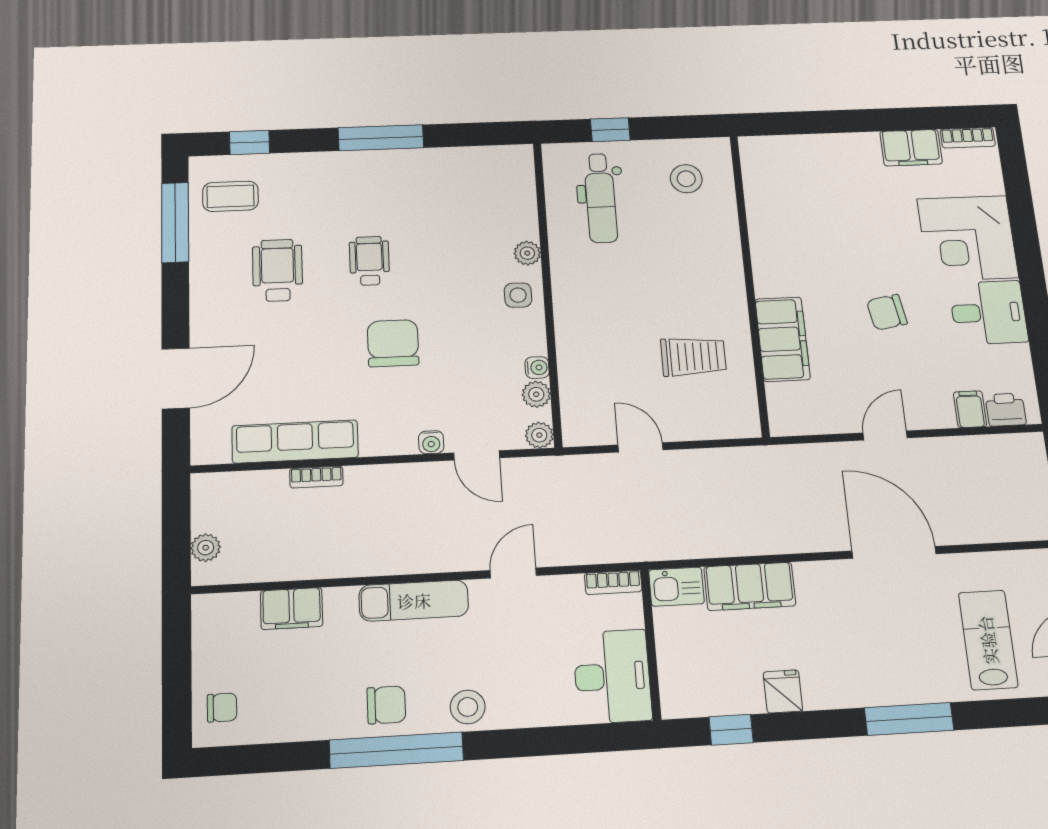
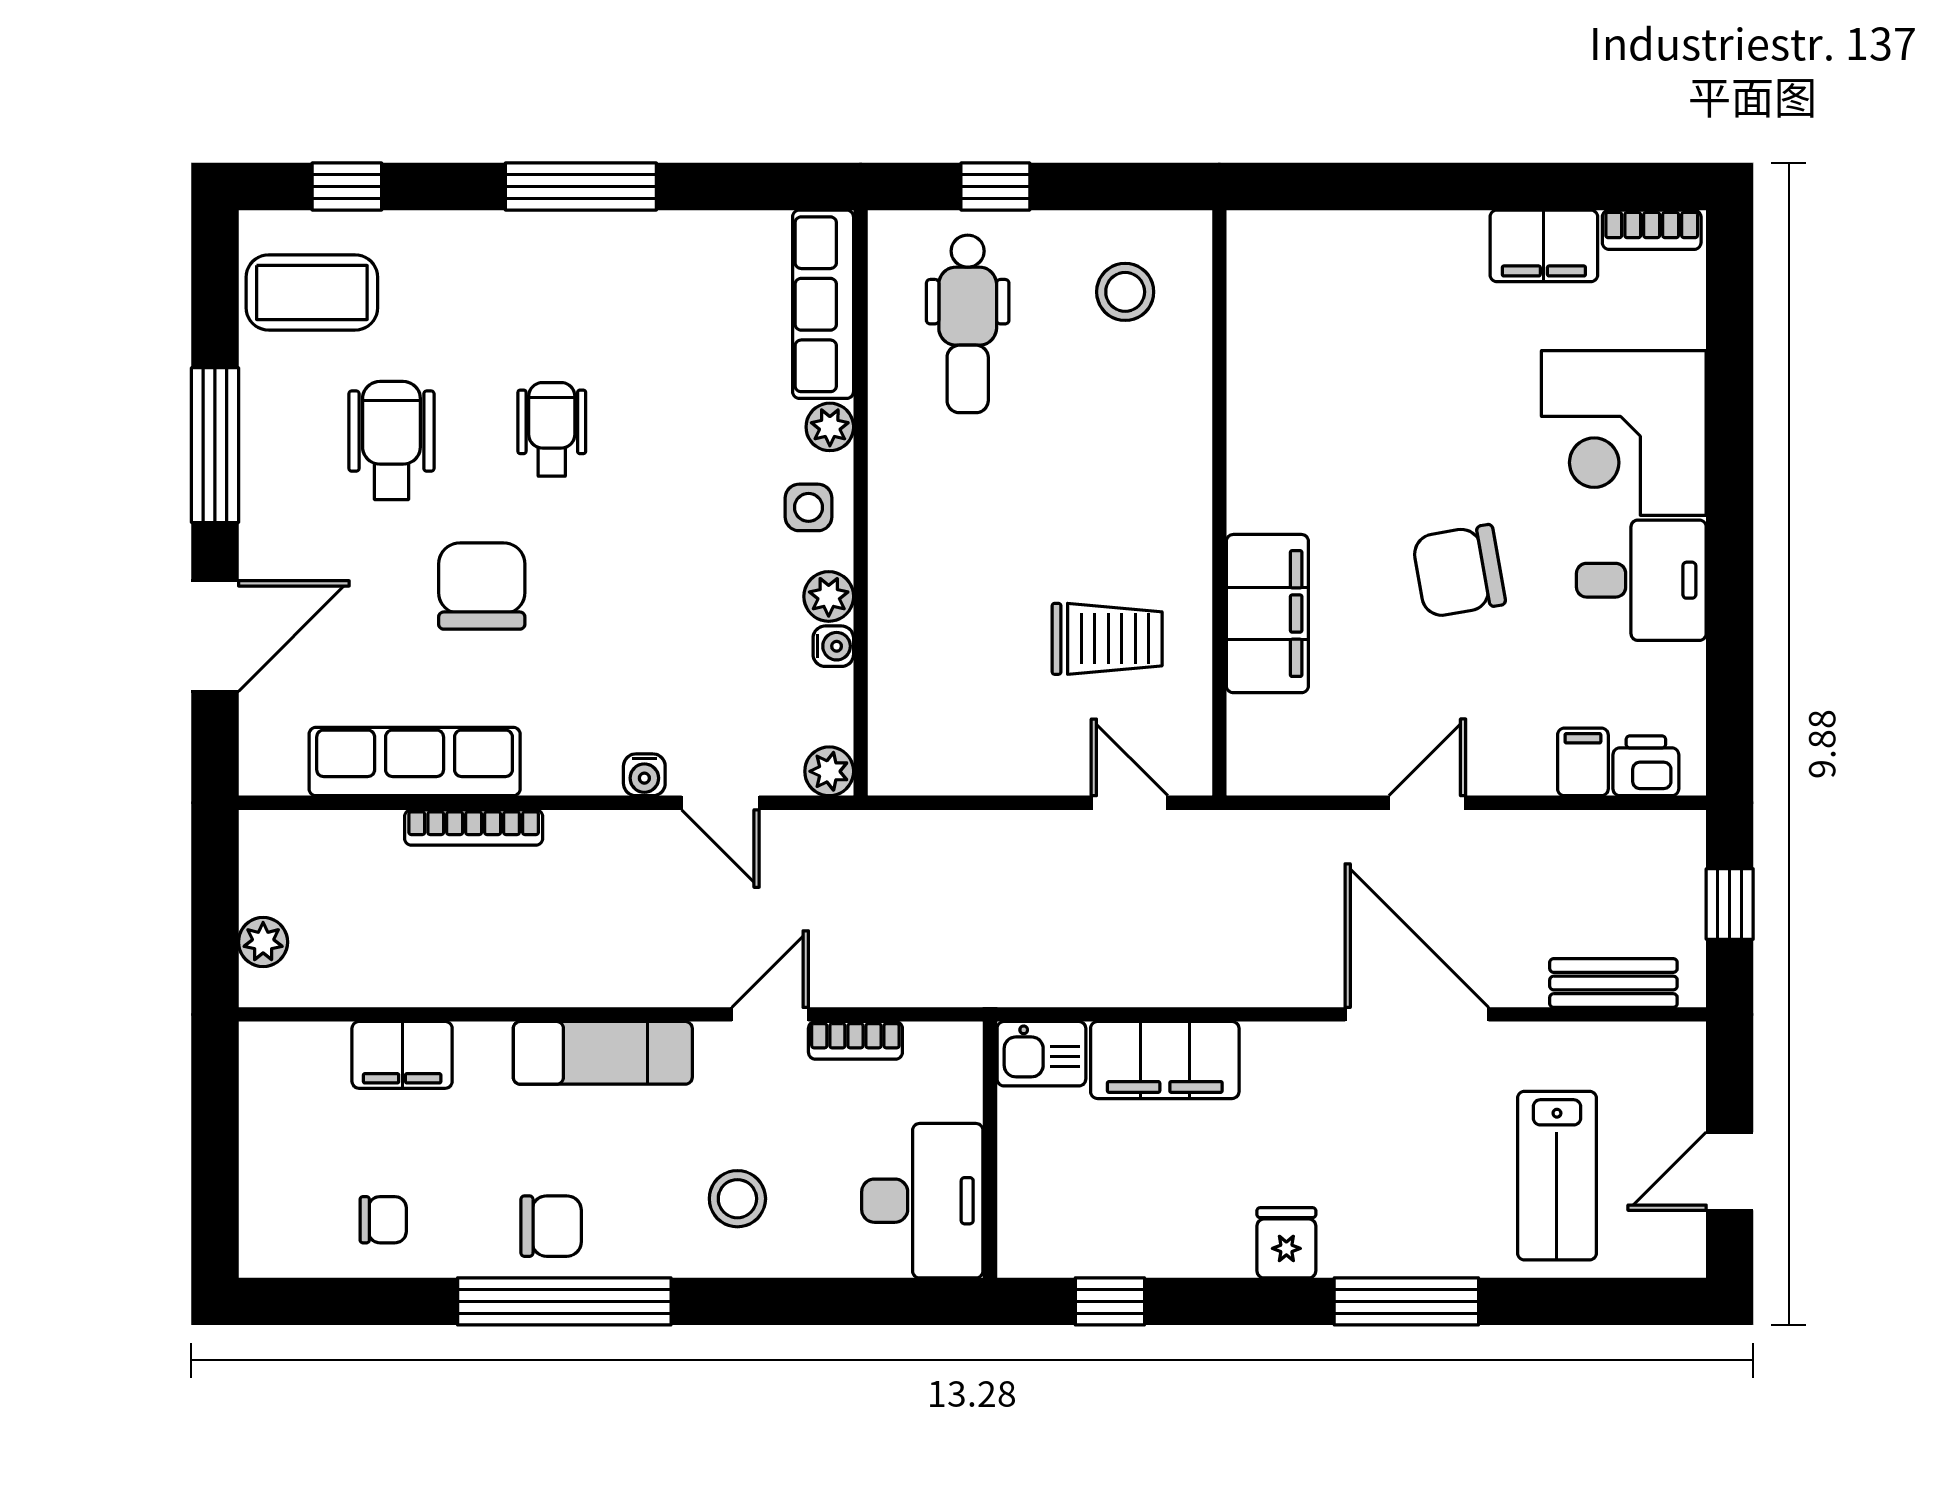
row of seats: (519, 191) -> (823, 304), added
coffee table: (230, 196) -> (312, 292), width x1.36, depth x1.30
window: (175, 222) -> (215, 445), moved
chair: (887, 312) -> (1459, 571), width x1.37, depth x1.37
chair: (393, 343) -> (482, 586), moved
plant: (536, 394) -> (829, 596), moved
door: (640, 447) -> (1129, 803), moved
bookcase: (316, 477) -> (474, 827), width x1.56
bench: (1005, 529) -> (1613, 983), added
bookcase: (613, 582) -> (855, 1040), moved
lab bench: (988, 640) -> (1557, 1176), turned 180
fridge: (783, 691) -> (1286, 1243), moved
stool: (468, 707) -> (737, 1199), moved
chair: (222, 708) -> (383, 1220), moved

